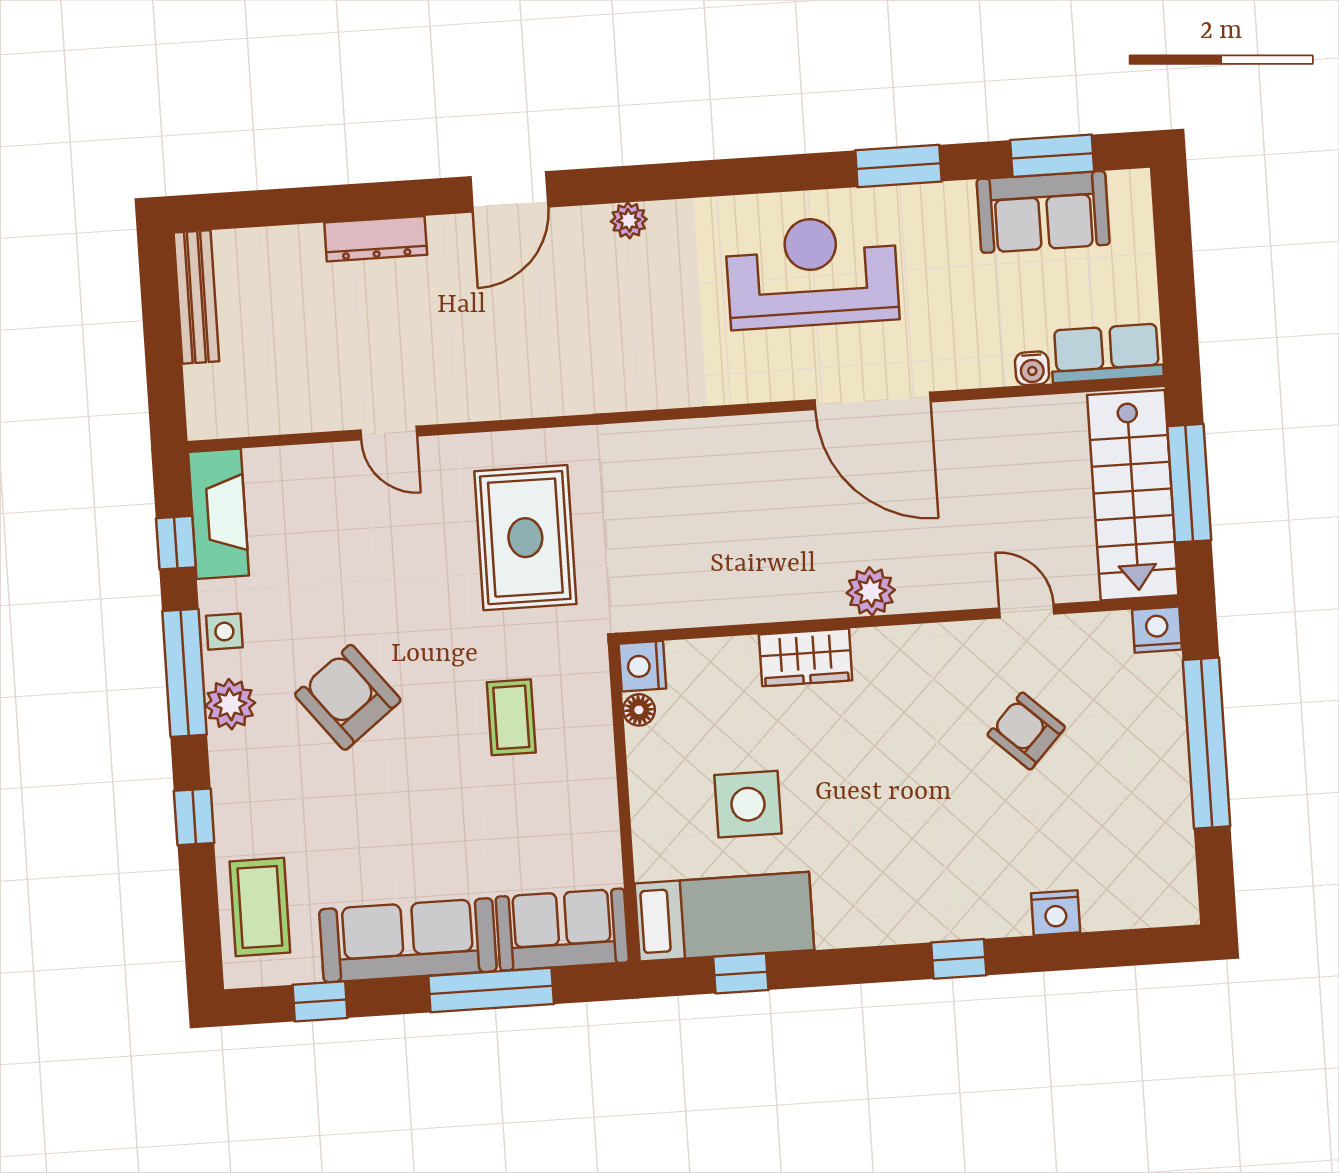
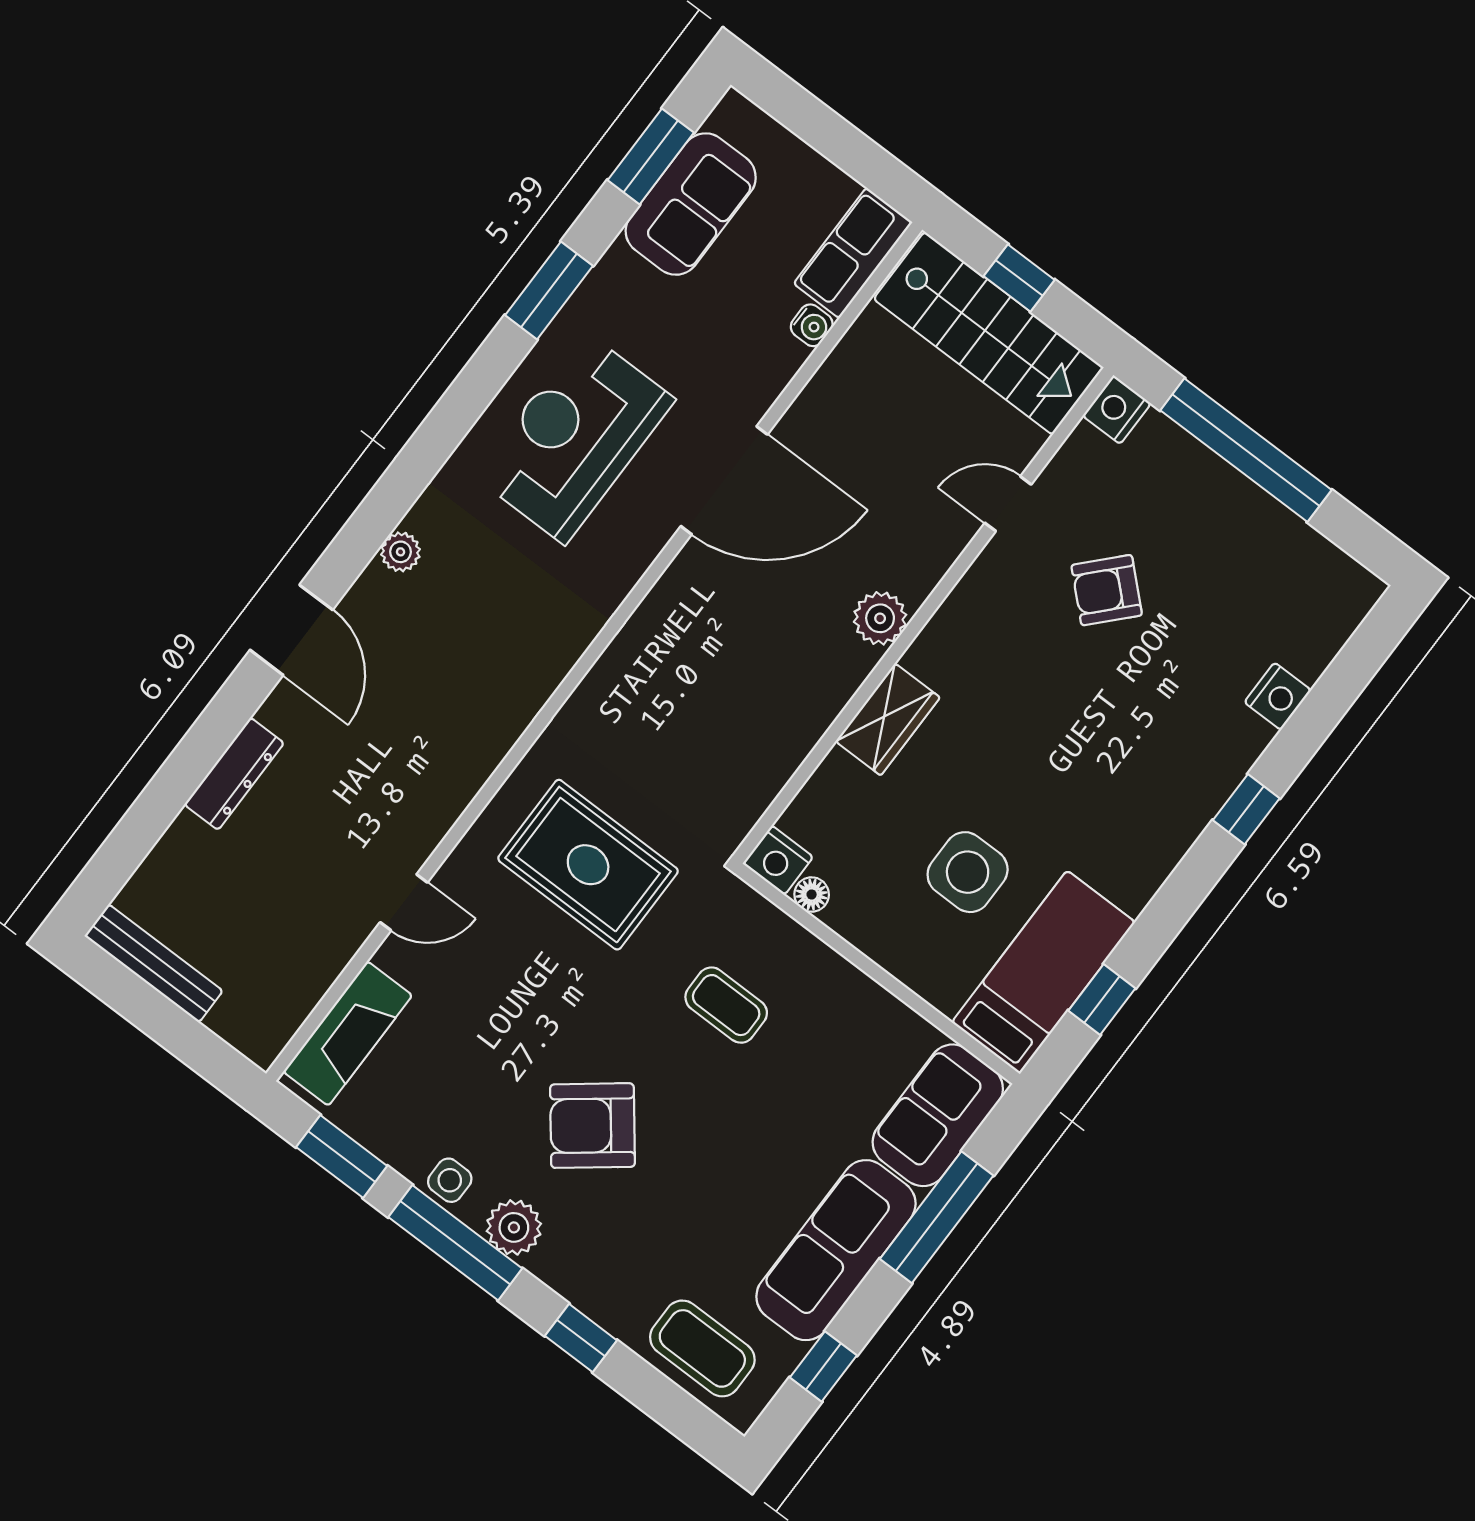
window: (1189, 483) -> (1019, 278), width x0.46
fireplace: (219, 514) -> (348, 1033), moved, turned 90
window: (176, 543) -> (342, 1156), width x1.50

